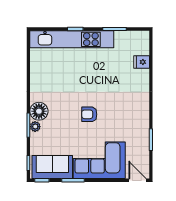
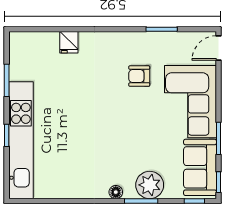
fridge: (142, 62) -> (69, 42), moved
floor lamp: (39, 111) -> (116, 192), width x0.53, depth x0.53
armchair: (89, 114) -> (139, 76), moved, turned 90
plant: (35, 127) -> (150, 185), width x1.88, depth x1.88

